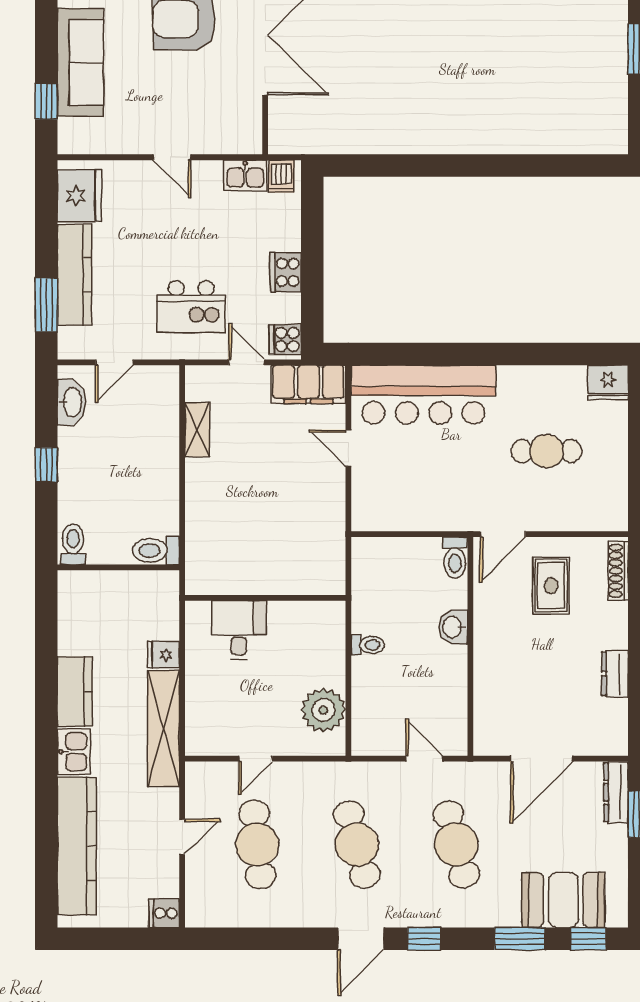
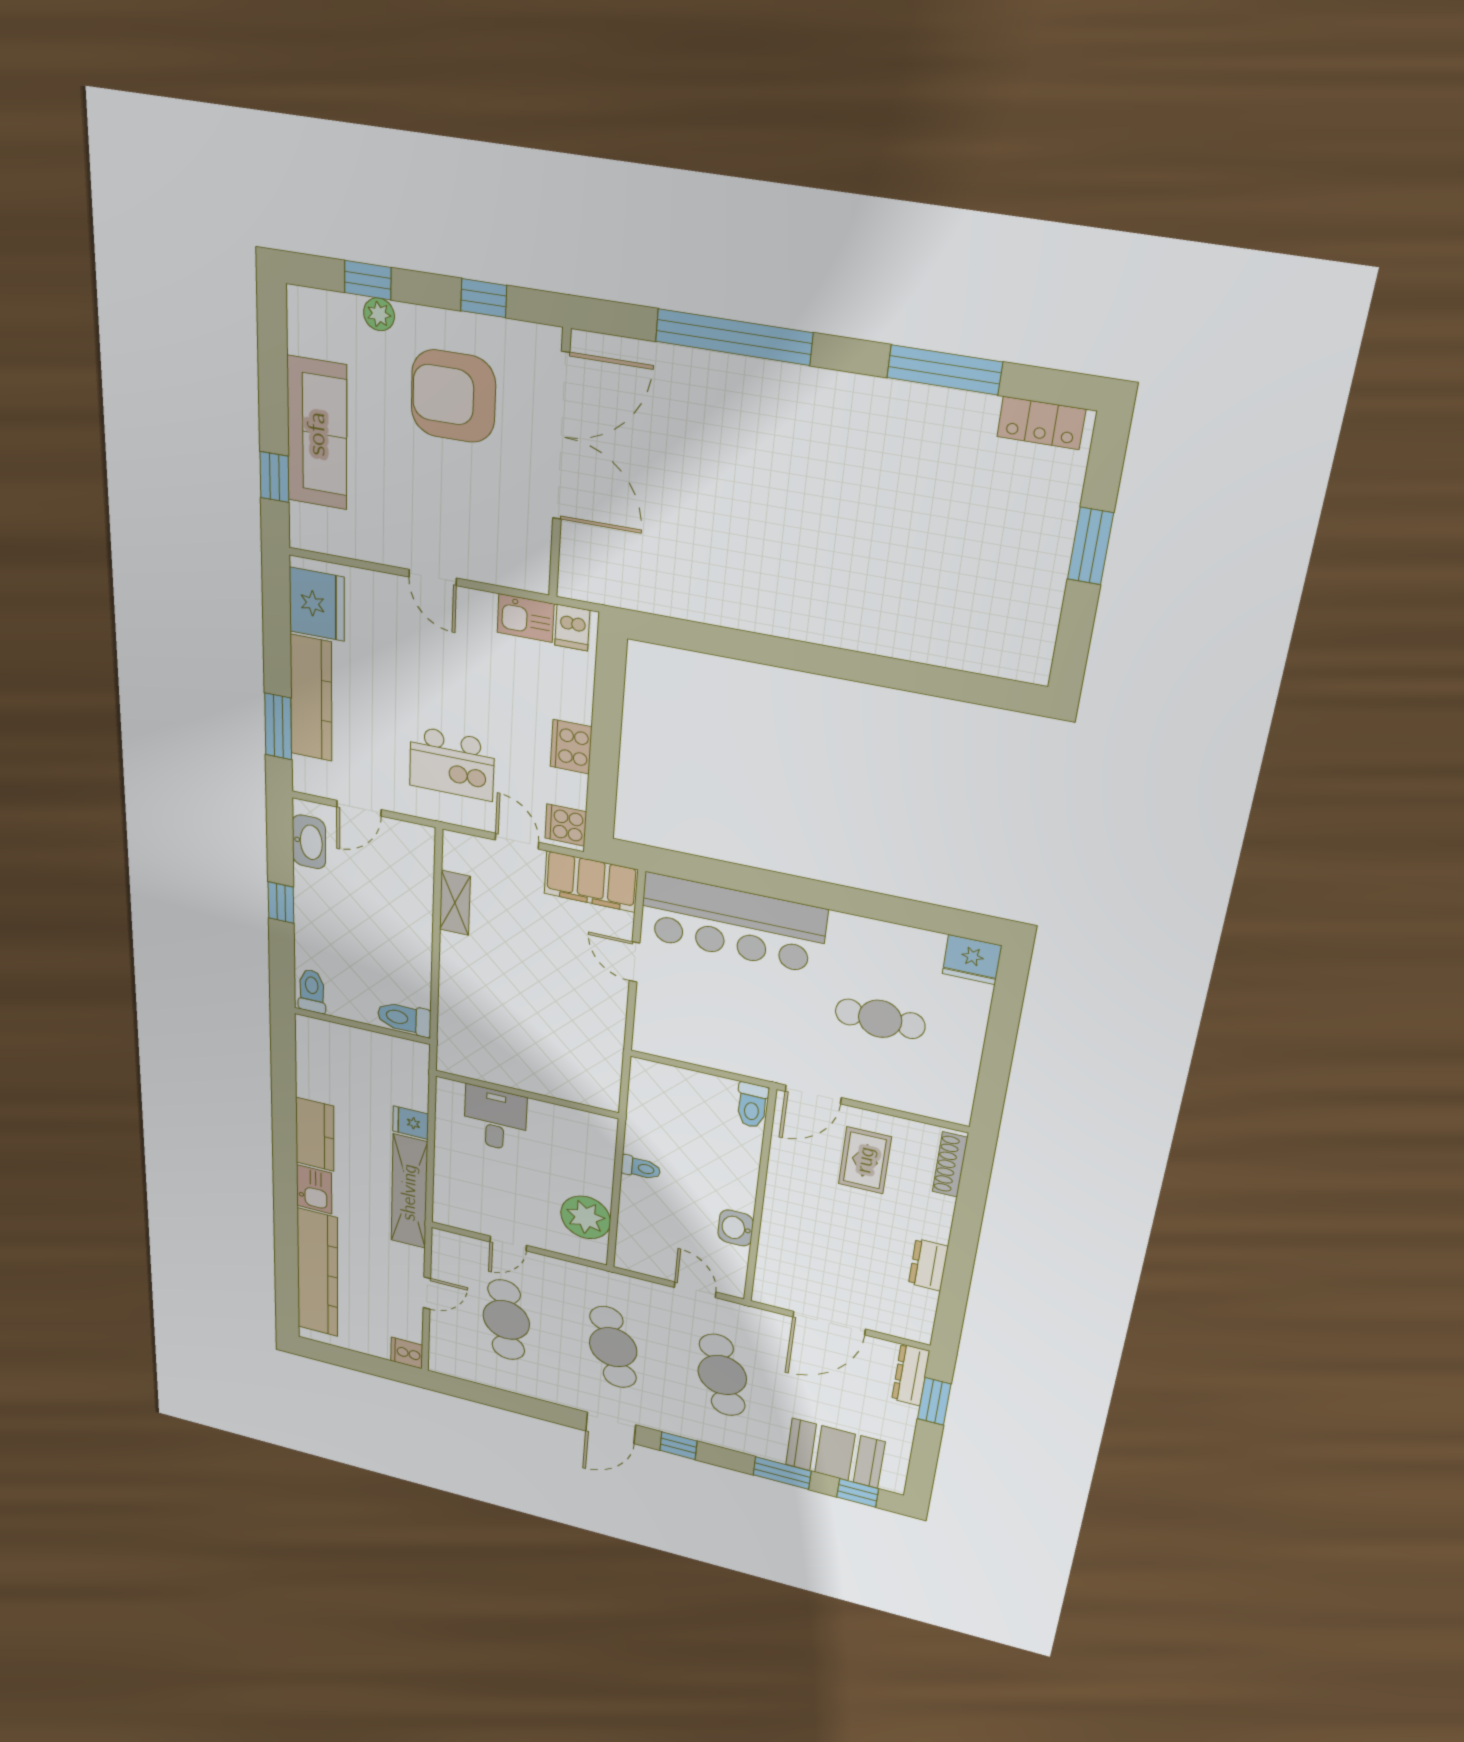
washbasin: (453, 627) -> (736, 1228), moved

